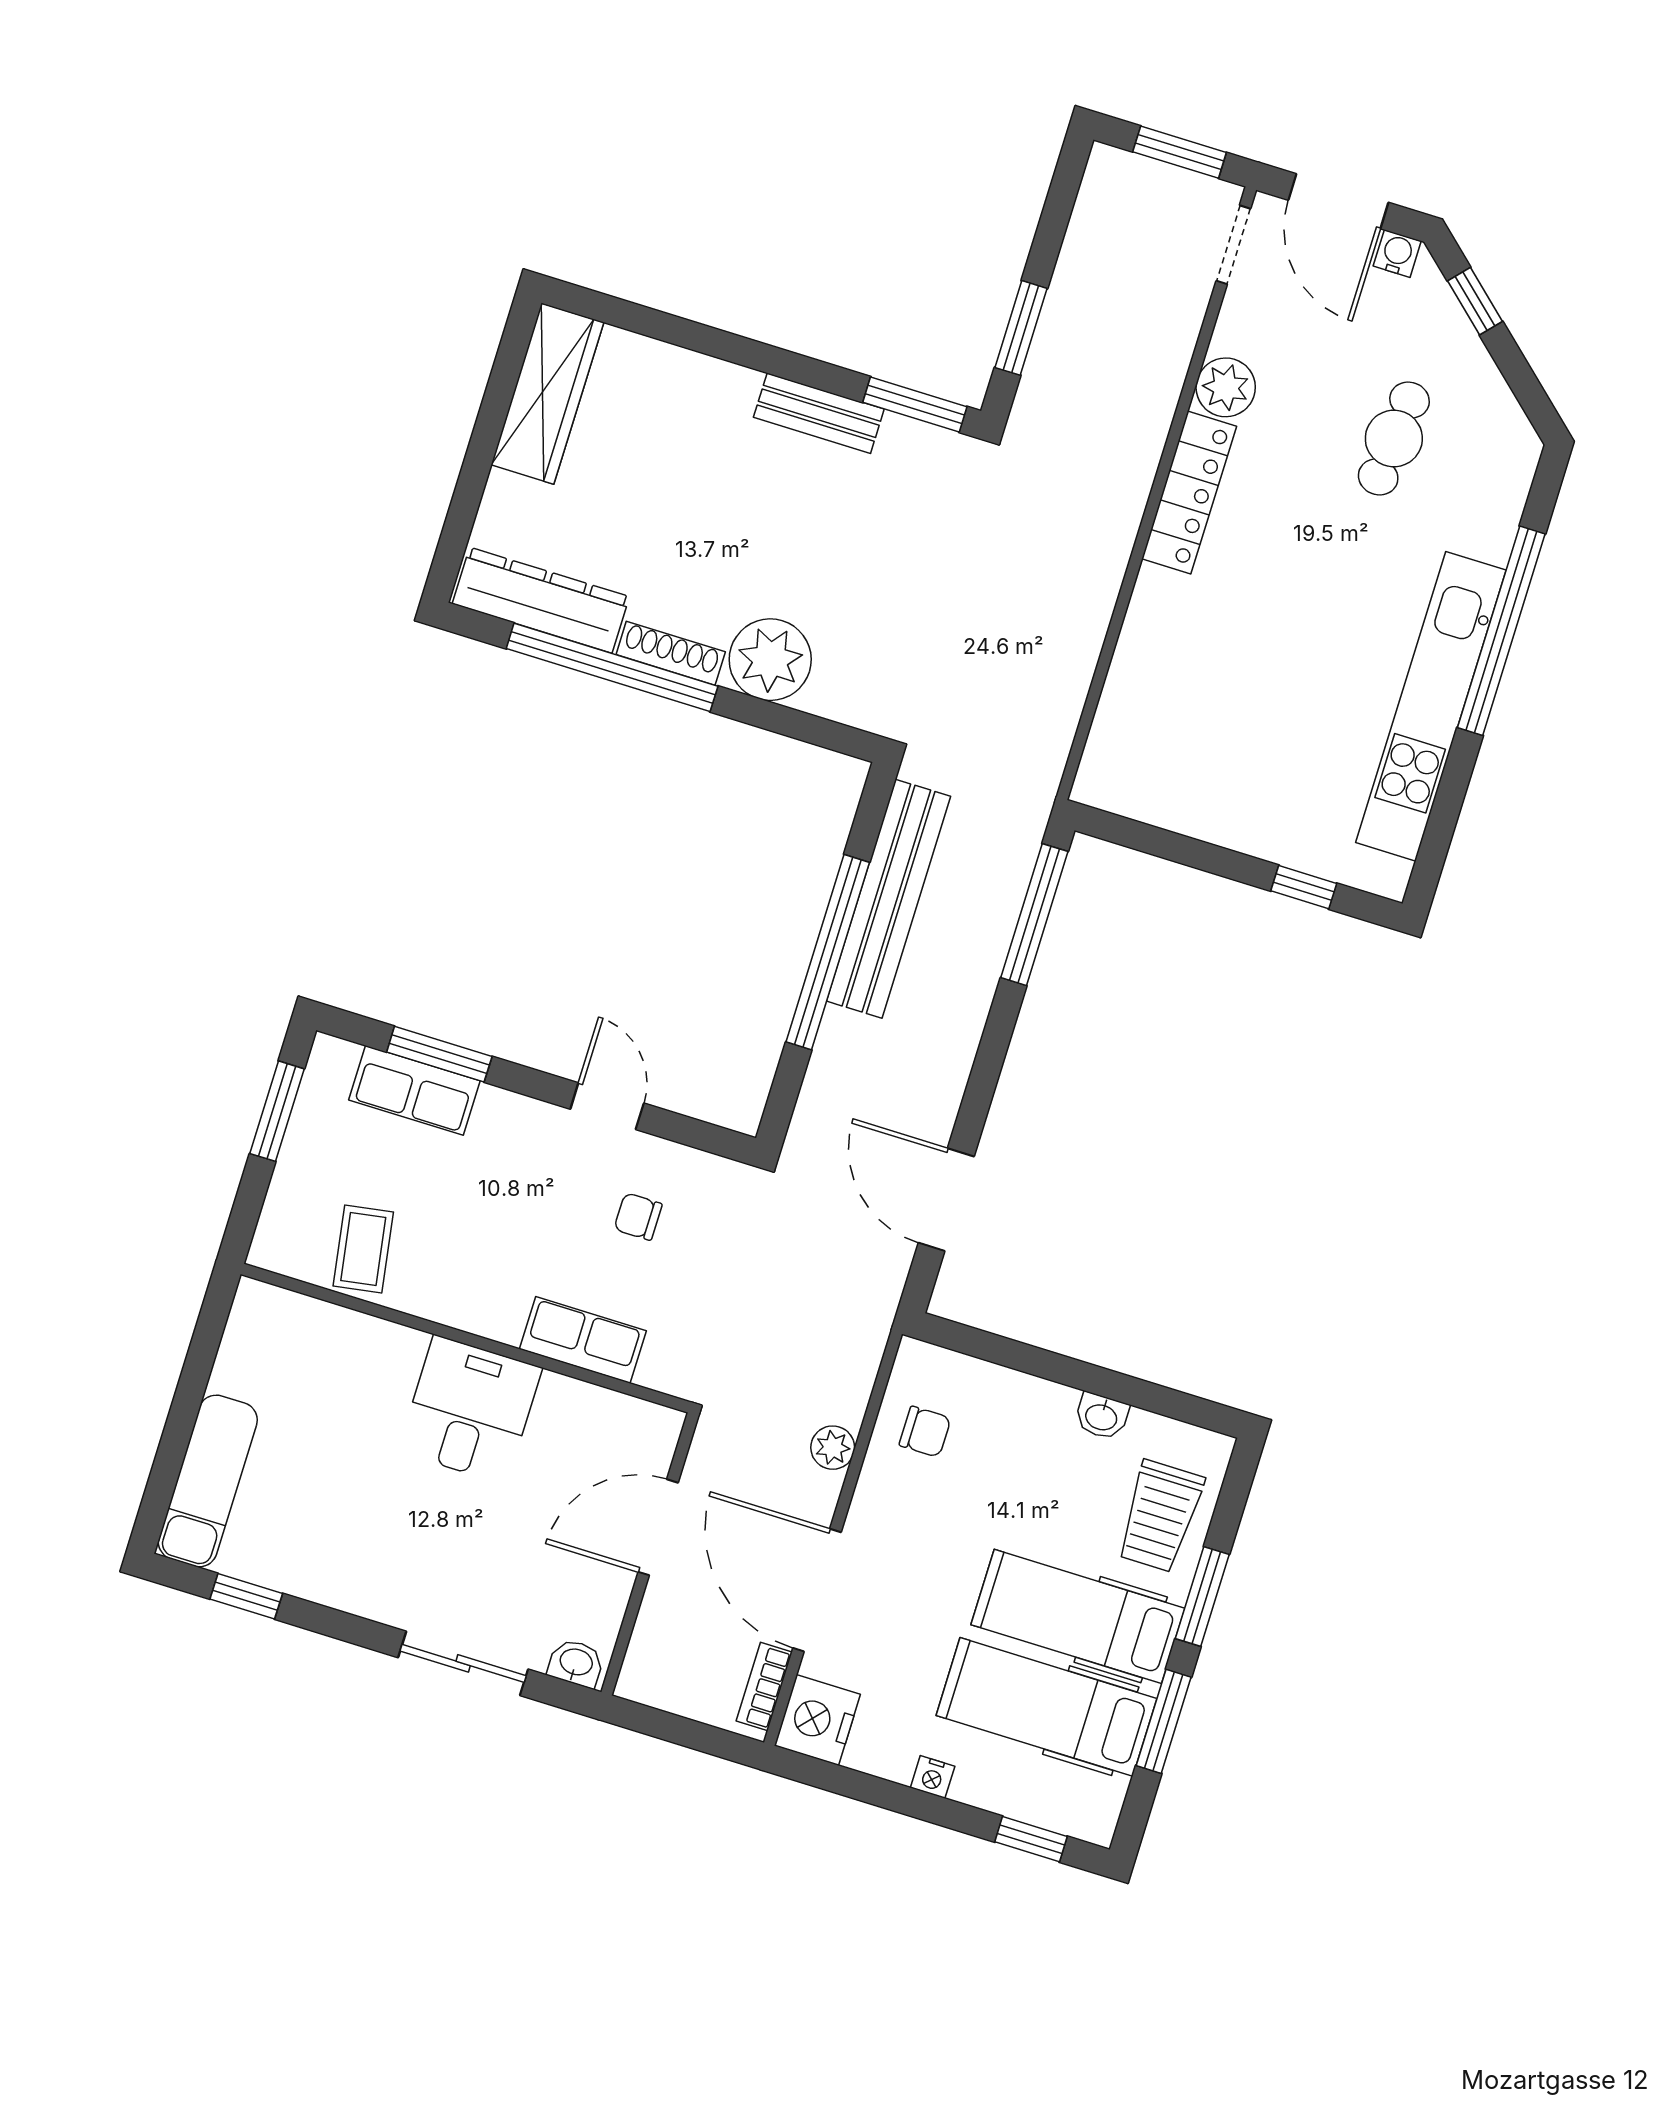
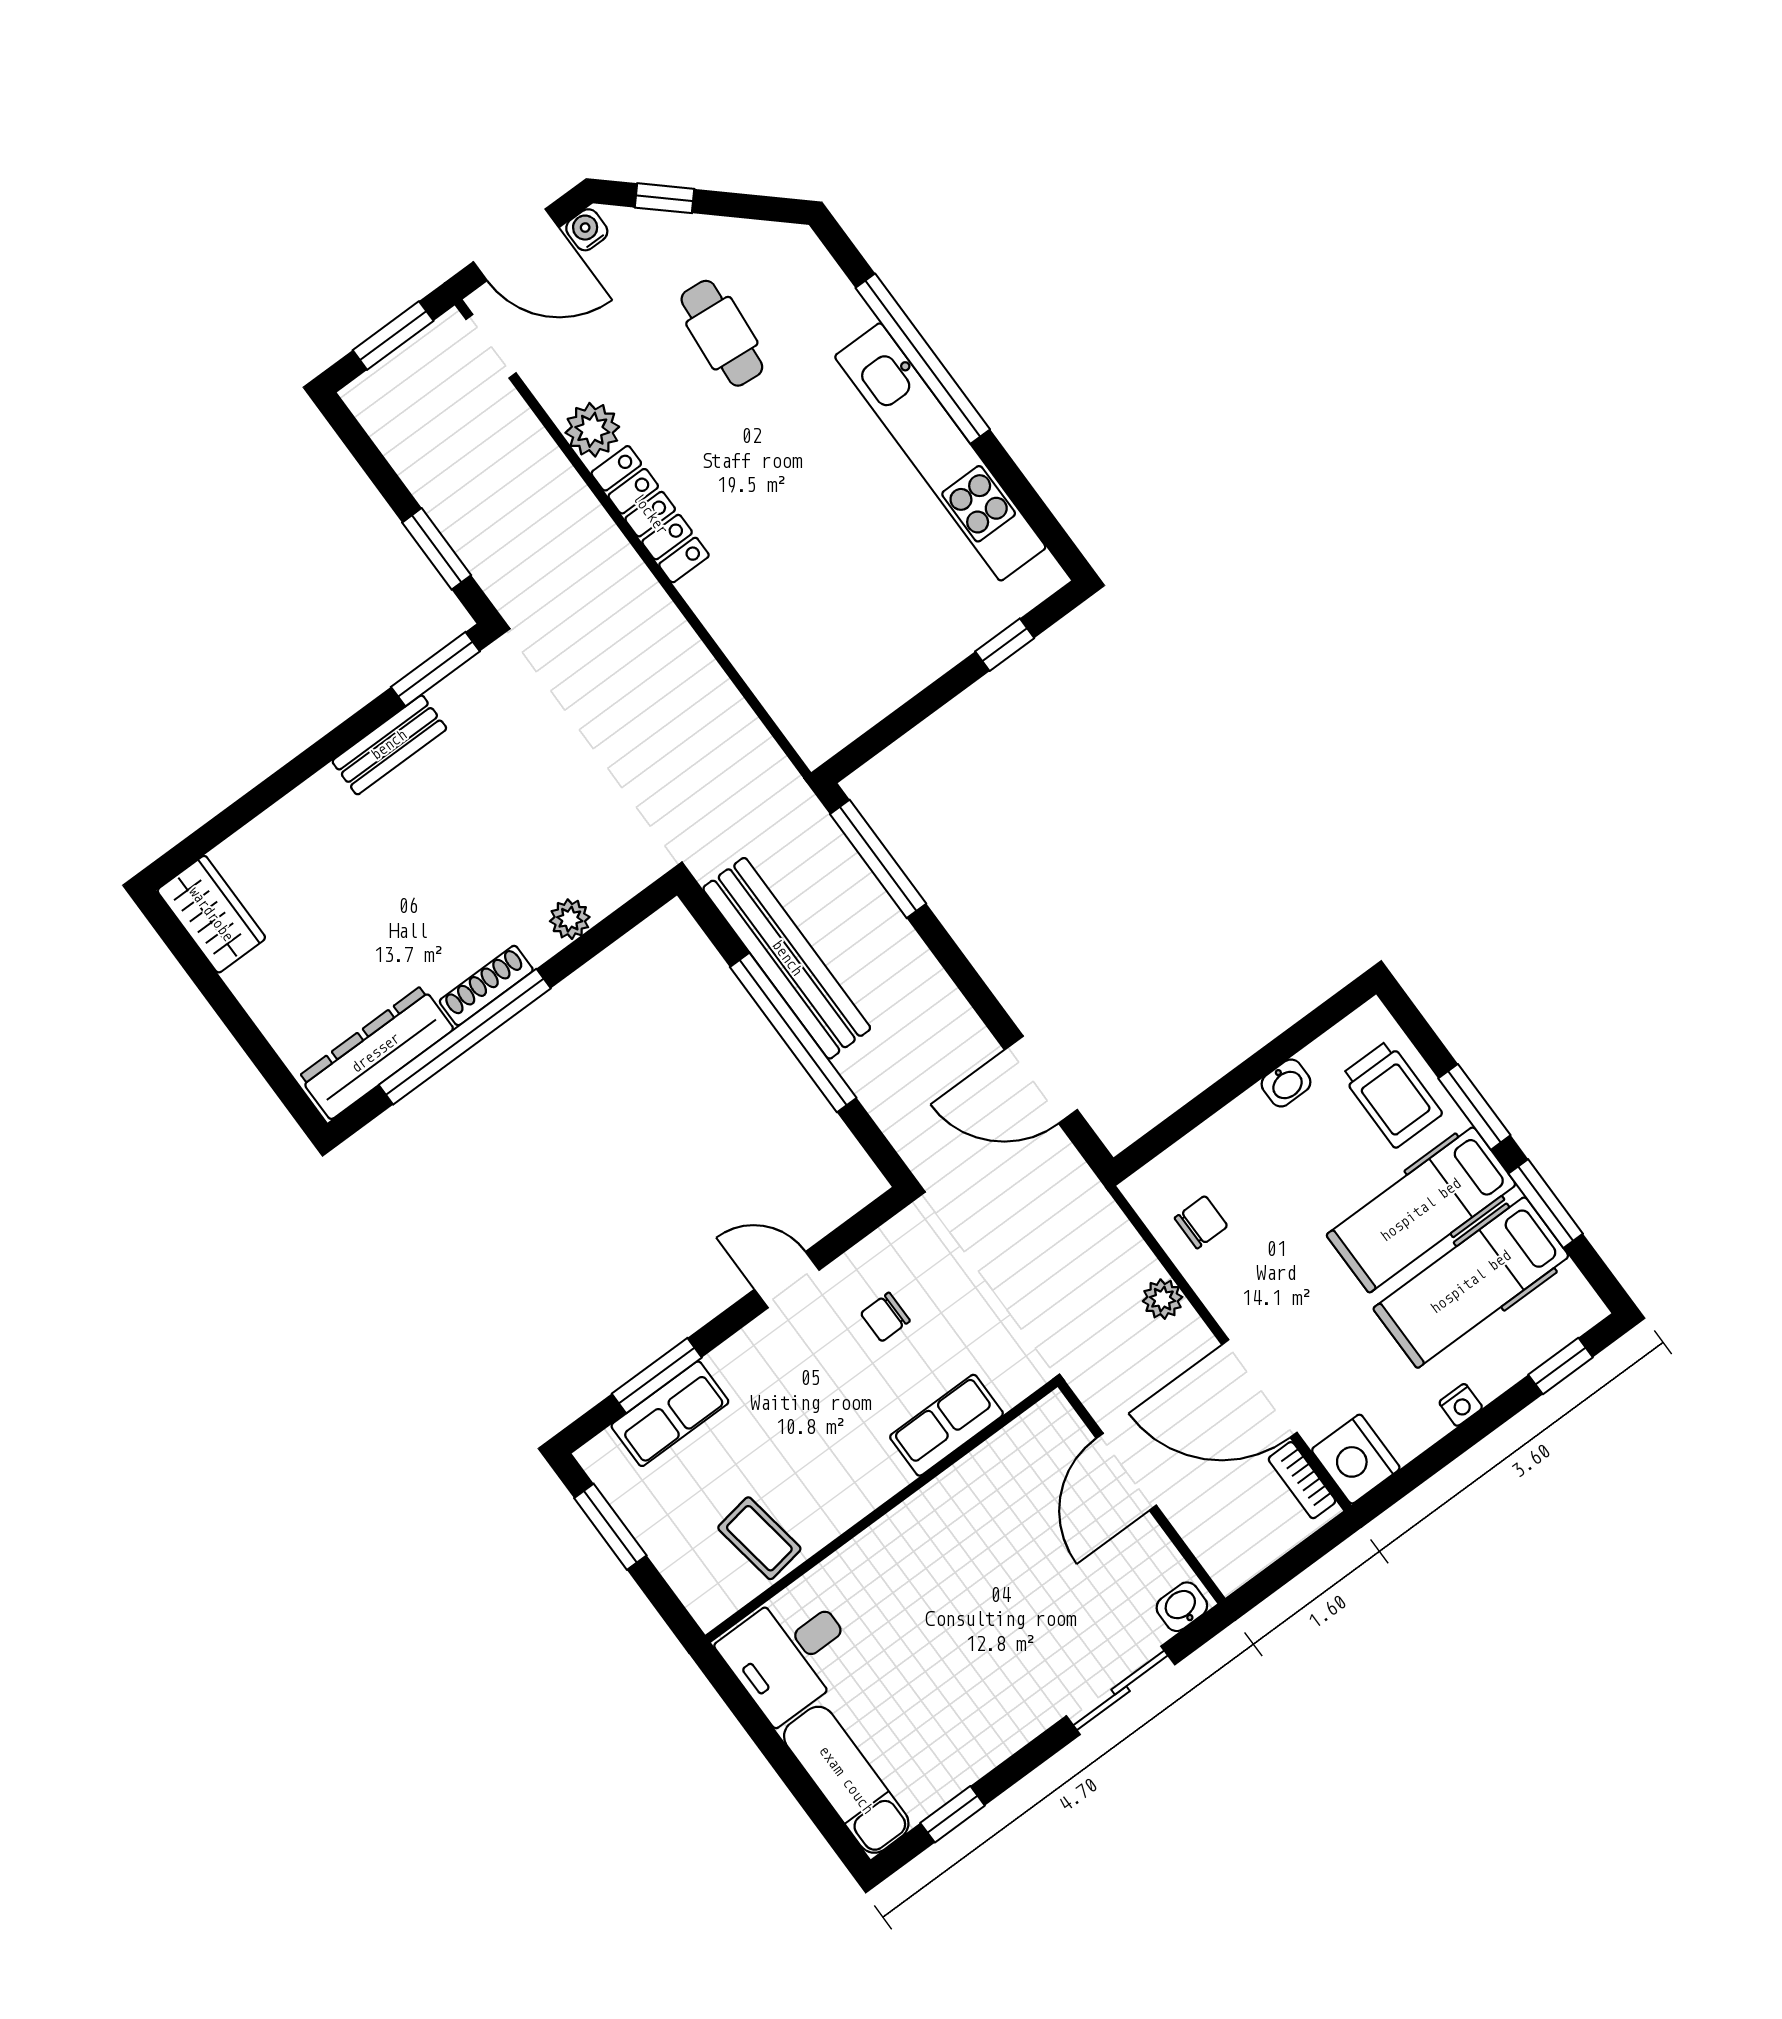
wardrobe: (547, 394) -> (211, 914), width x0.67
plant: (770, 660) -> (570, 919), width x0.53, depth x0.53
desk: (470, 1410) -> (790, 1654), moved, turned -90

